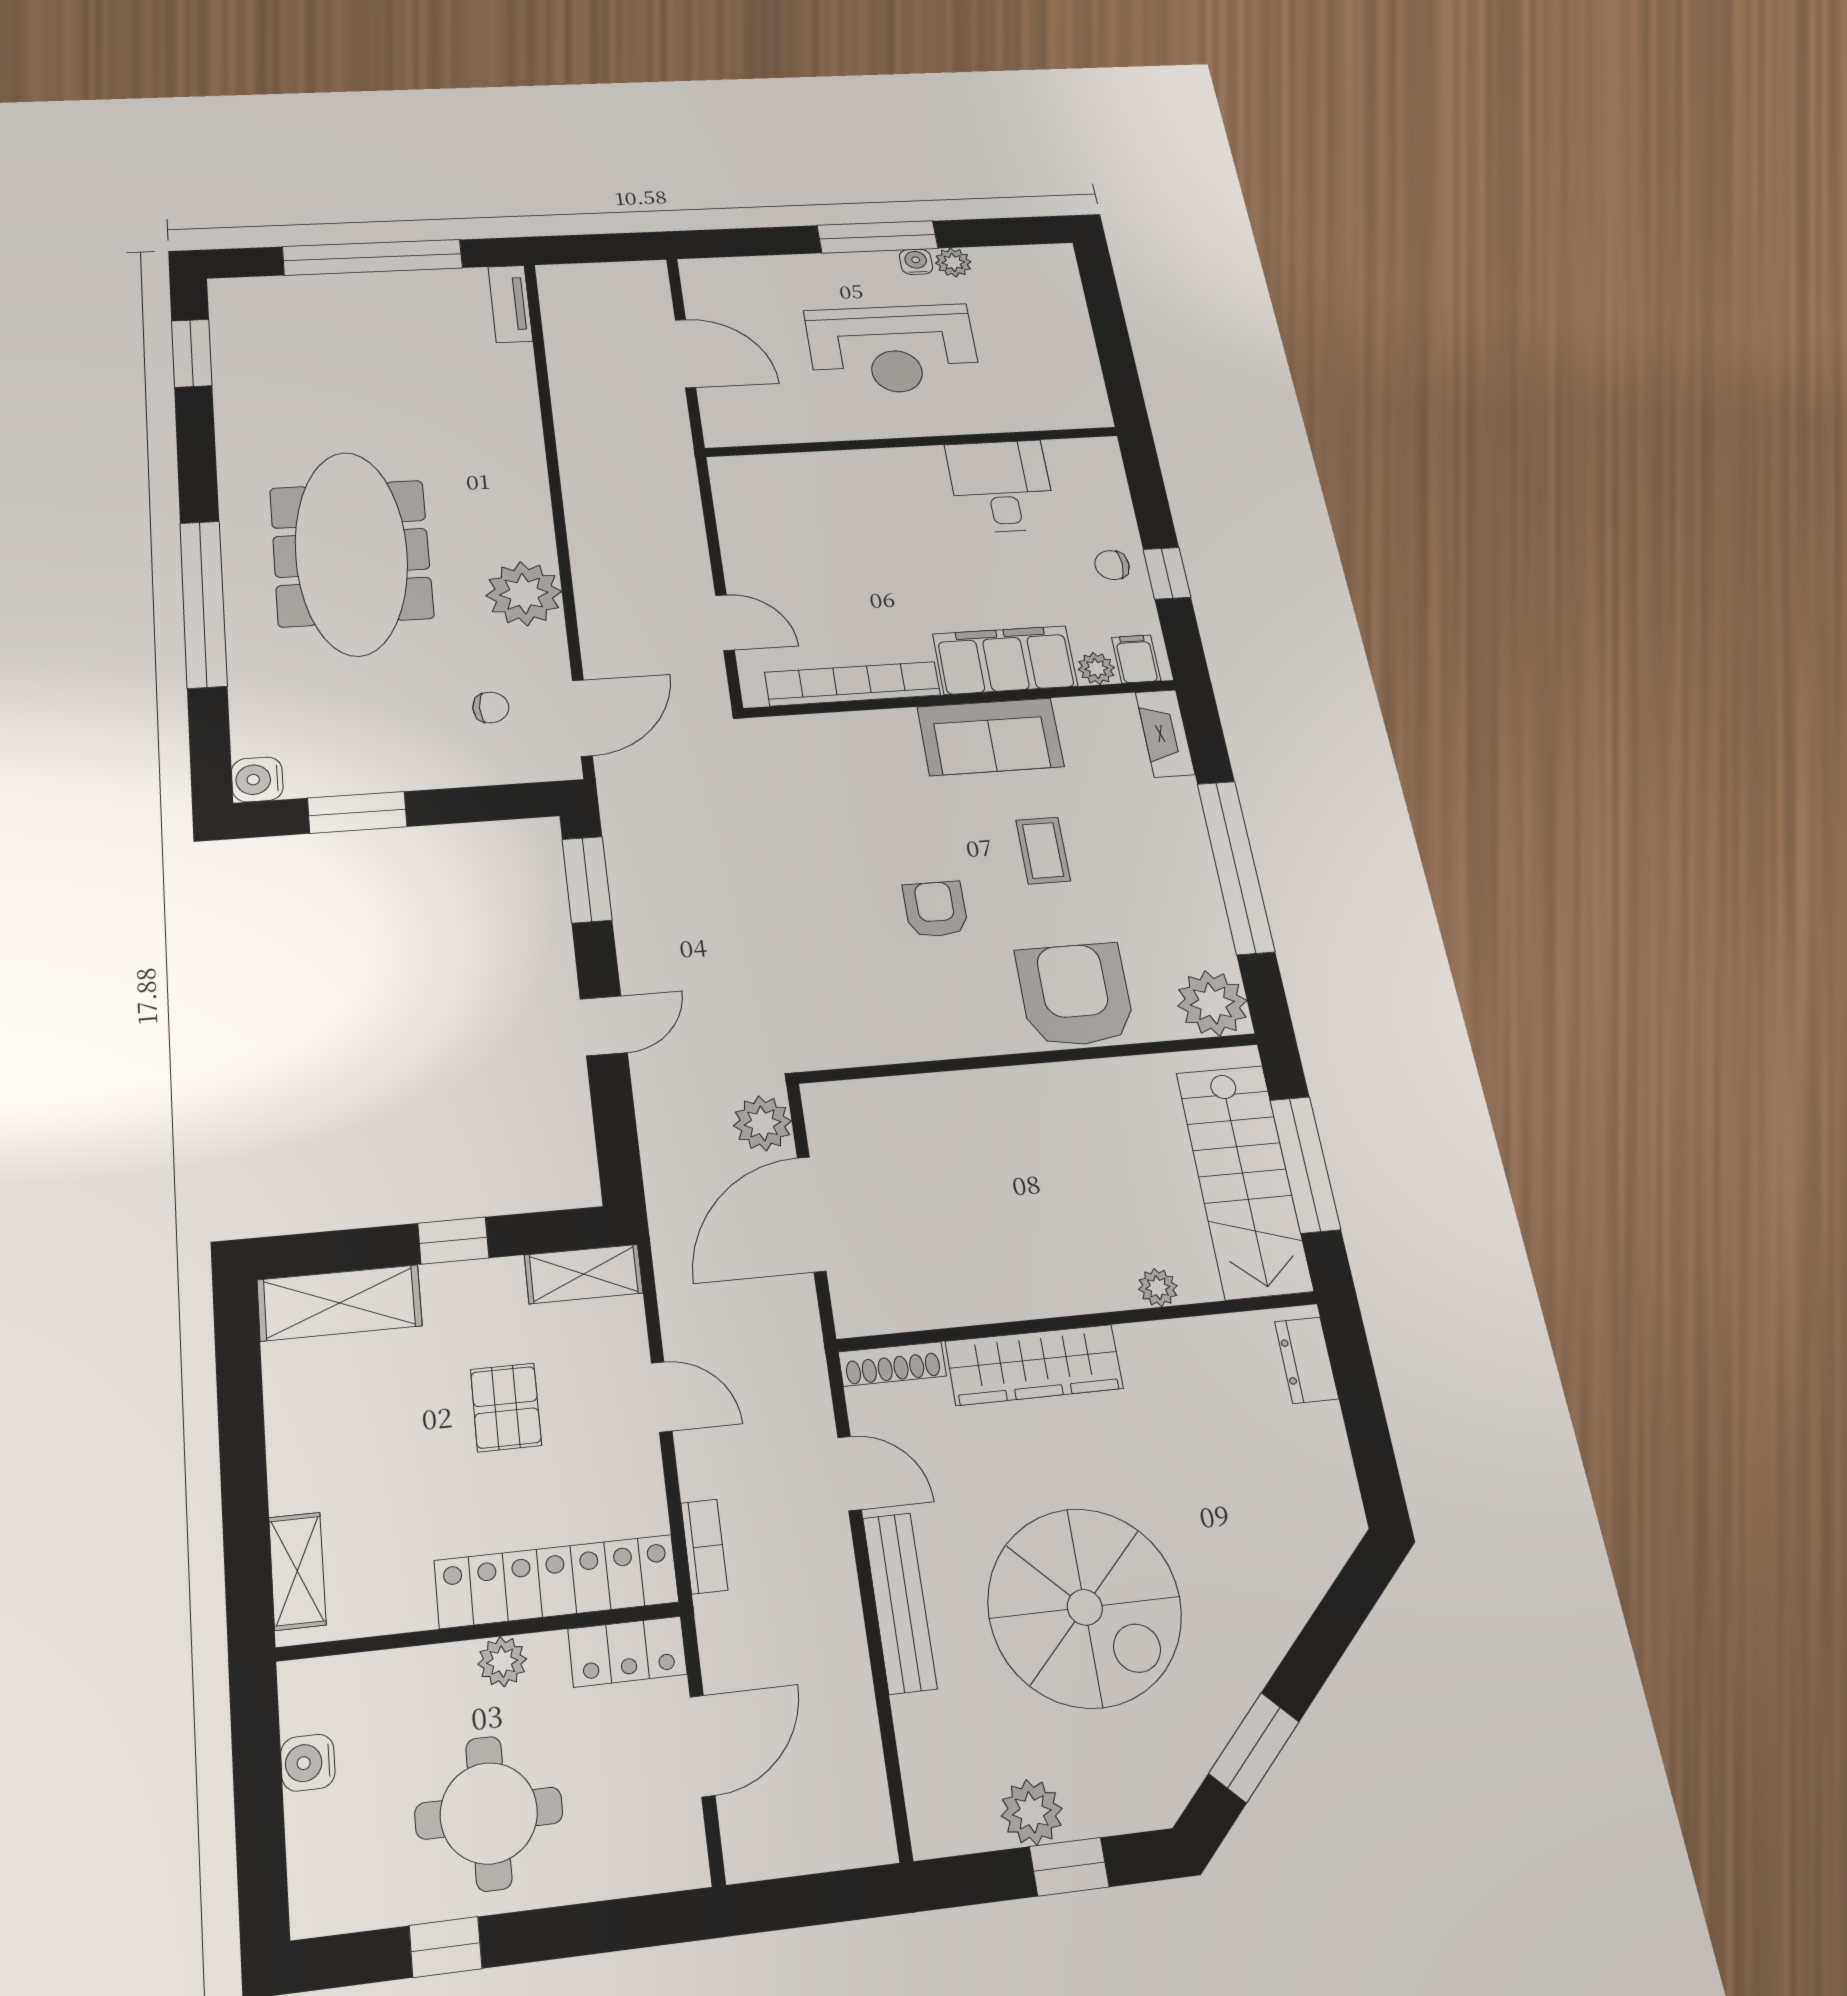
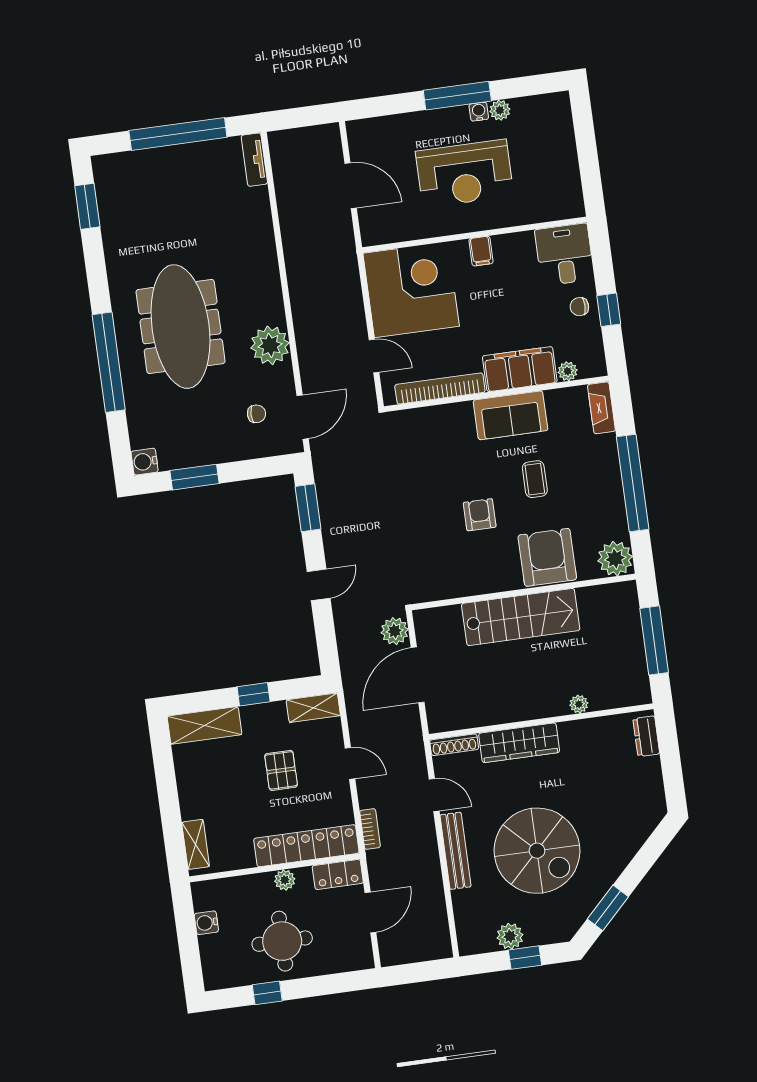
desk: (1001, 486) -> (564, 254), moved
corner desk: (796, 520) -> (411, 290), added
filing cabinet: (1136, 659) -> (481, 251), moved, turned 180
stairs: (1244, 1181) -> (521, 617), moved, turned -90

